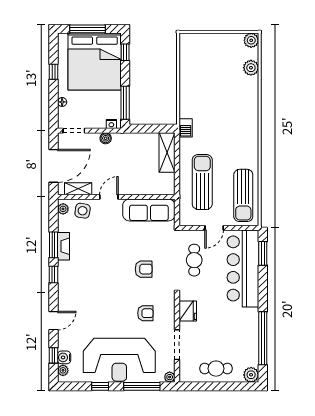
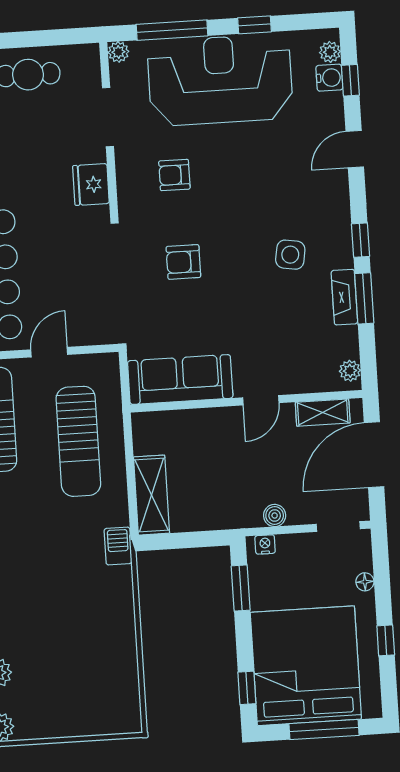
window: (125, 103) -> (241, 588), width x0.69
side table: (83, 211) -> (290, 255), moved
cafe table: (194, 260) -> (85, 286), removed

